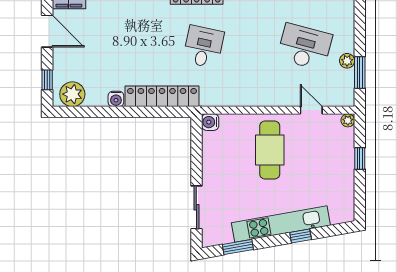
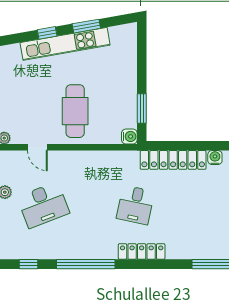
desk: (305, 47) -> (43, 205), turned -36
window: (196, 153) -> (142, 108), added
sliding door: (196, 207) -> (142, 59), removed
window: (238, 247) -> (86, 26), moved

